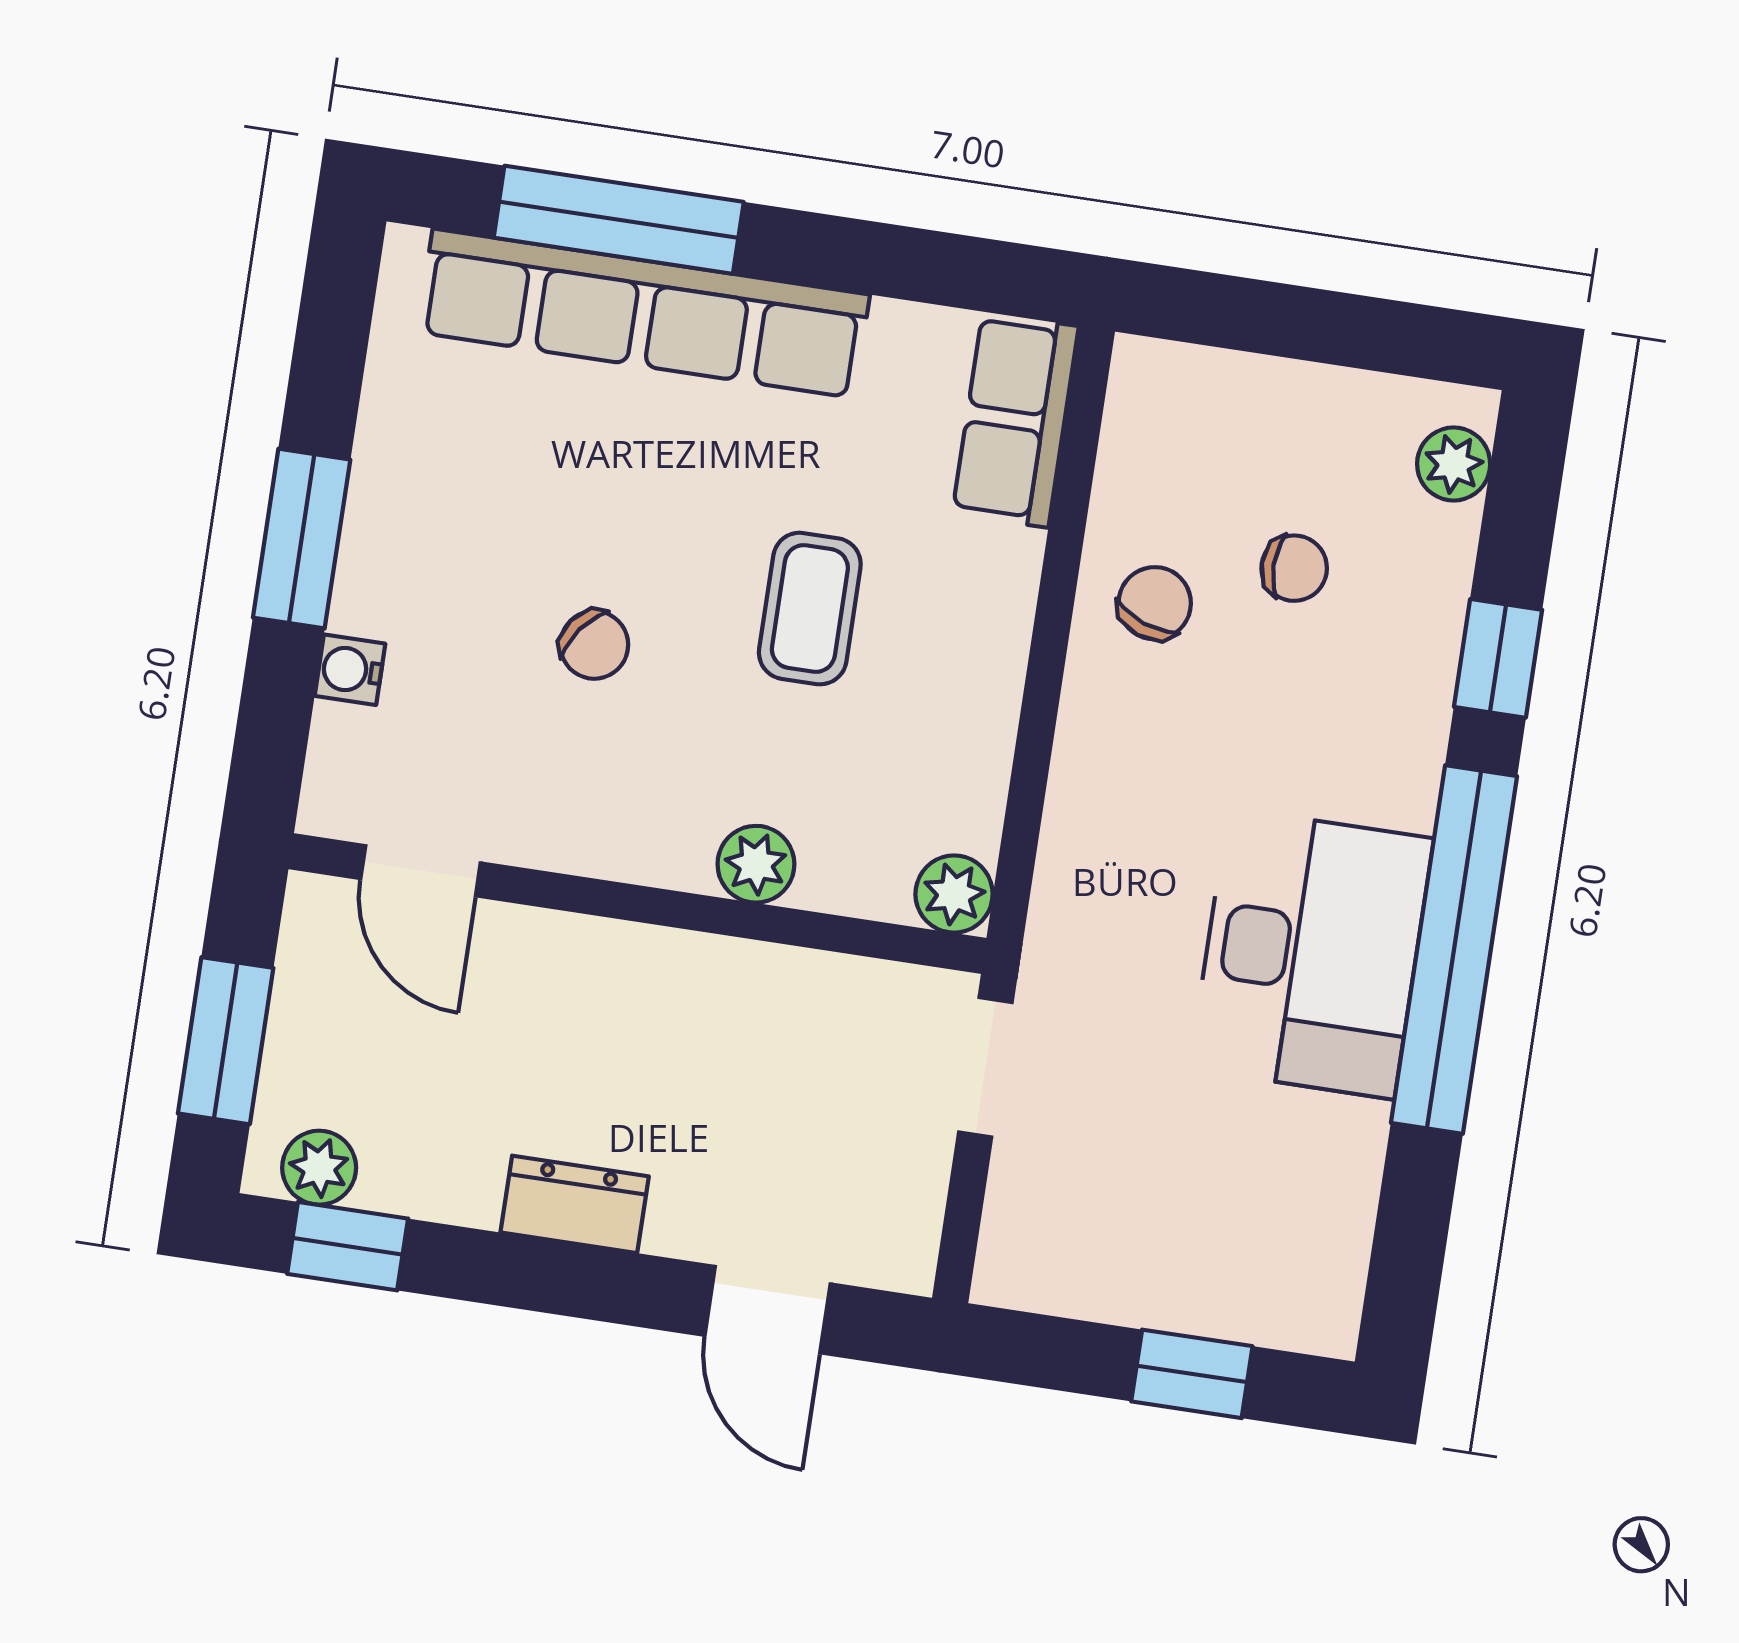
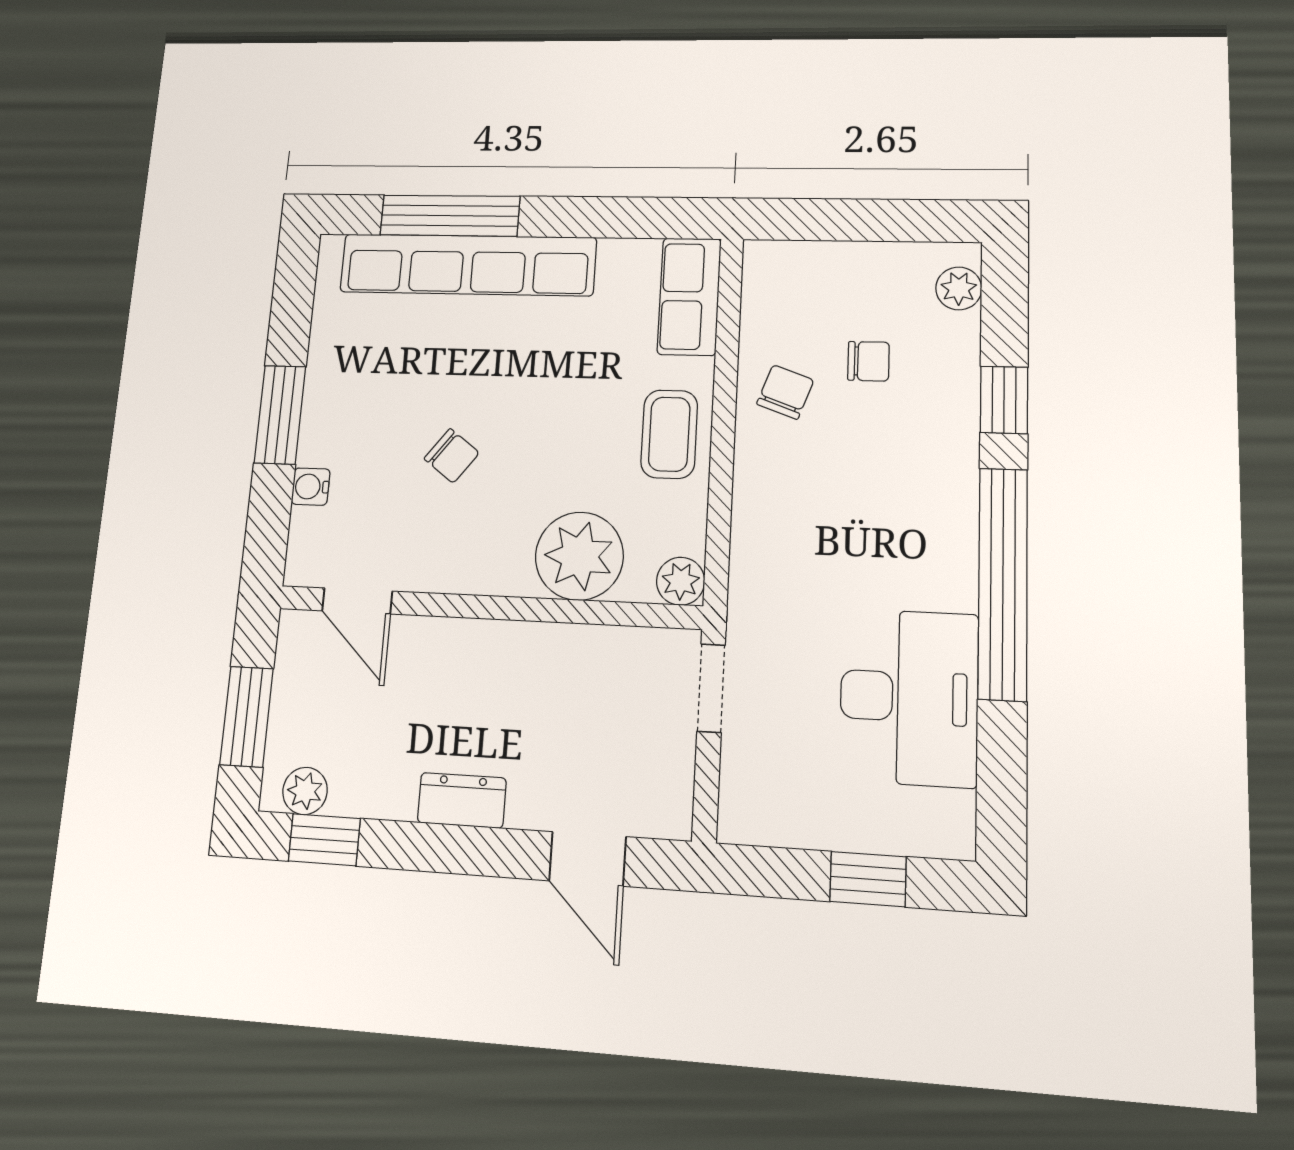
coffee table: (810, 609) -> (669, 434), moved
plant: (756, 864) -> (579, 556), width x1.88, depth x1.88
desk: (1312, 954) -> (909, 697), moved

